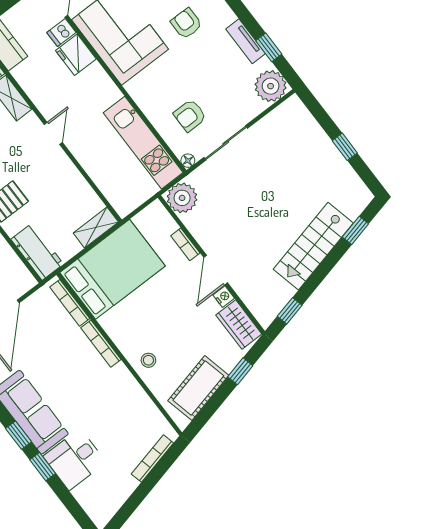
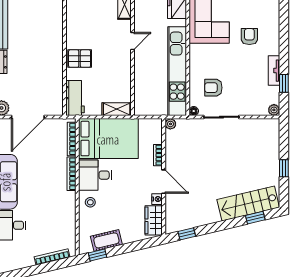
plant: (271, 86) -> (274, 110), width x0.53, depth x0.53
kitchen unit: (143, 143) -> (177, 71), width x1.36
plant: (182, 198) -> (170, 124), width x0.53, depth x0.53
stairs: (313, 246) -> (248, 204), moved
door: (216, 270) -> (164, 182), swing flipped
desk: (130, 324) -> (95, 175), added
window: (240, 371) -> (98, 255), moved
cot: (198, 388) -> (106, 240), width x0.73, depth x0.75

